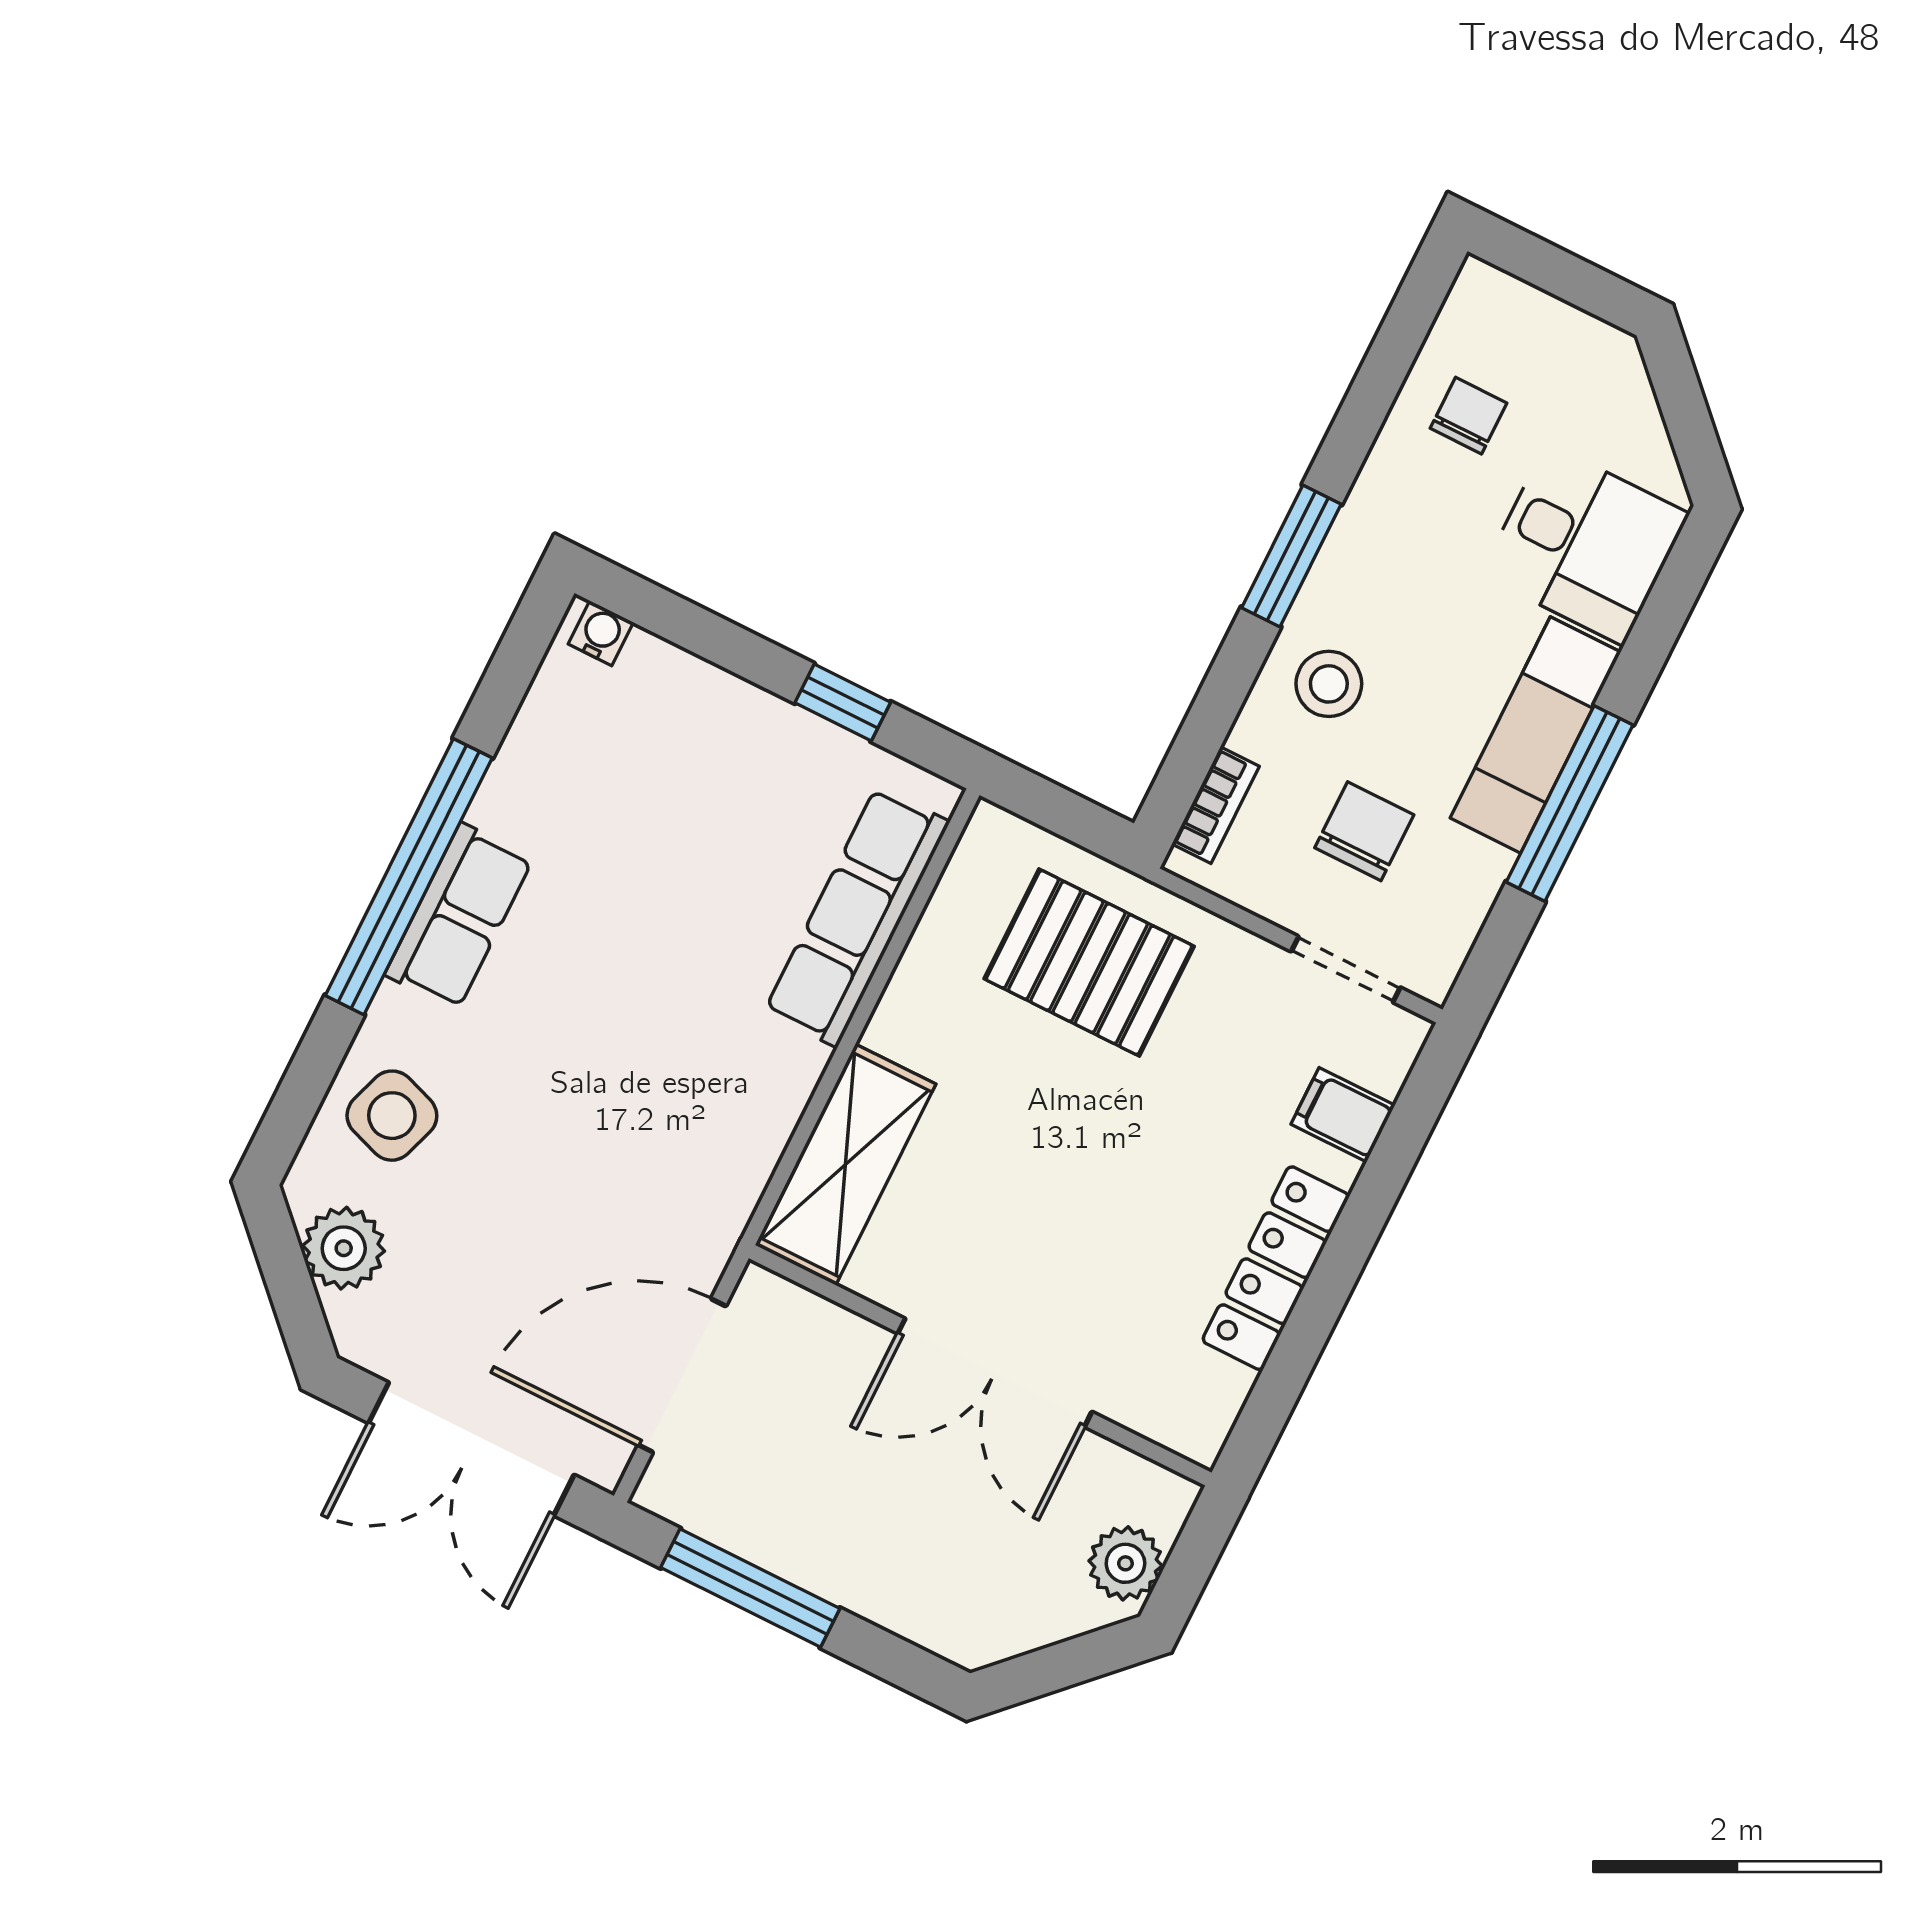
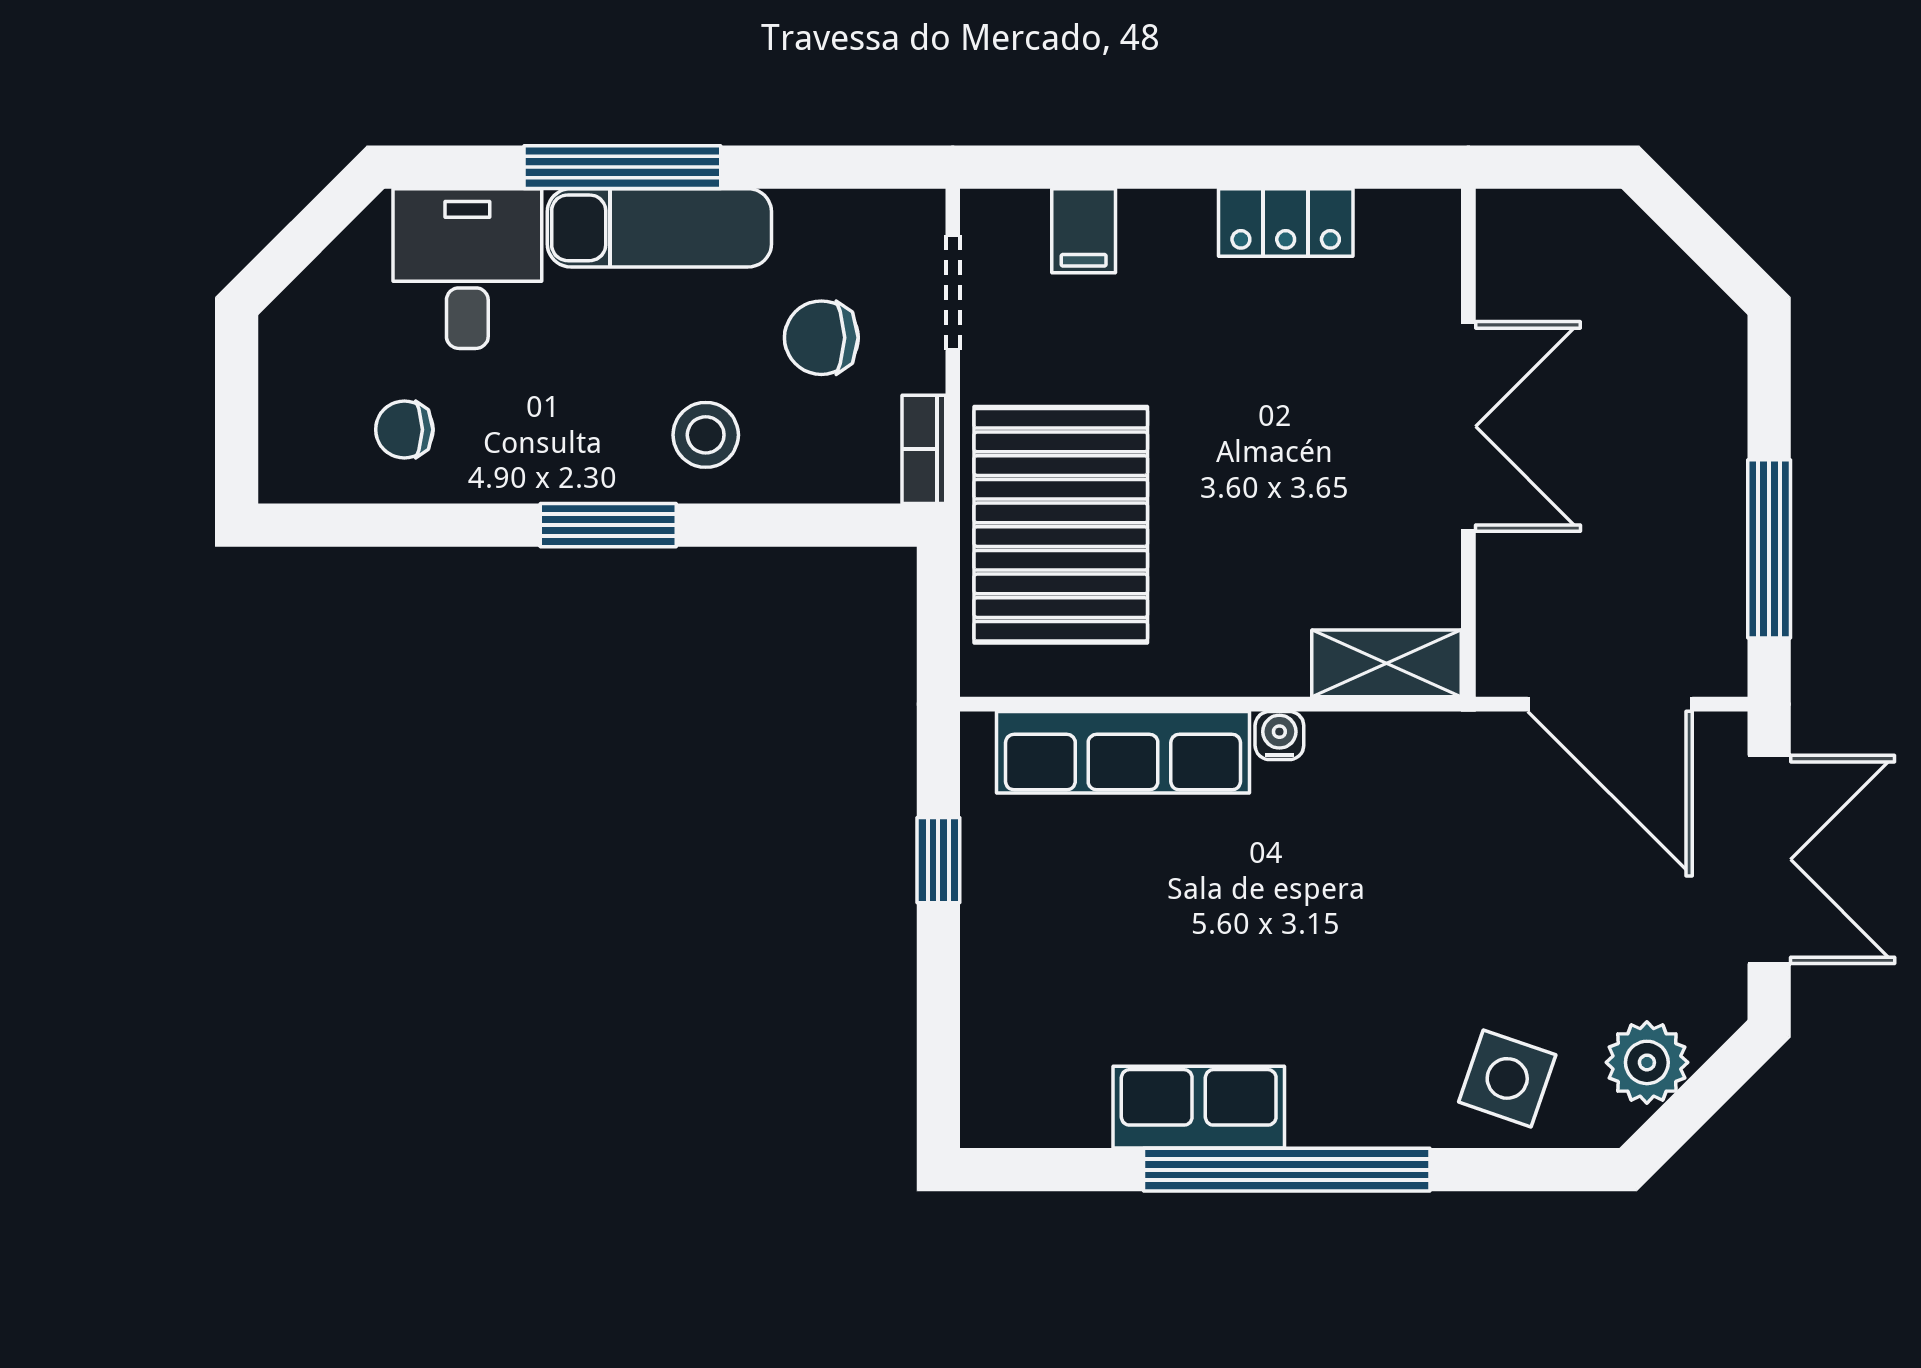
water cooler: (601, 633) -> (1279, 736), moved, turned 90
window: (1570, 803) -> (622, 167), moved
bookcase: (1216, 805) -> (924, 449), moved, turned -90
row of seats: (459, 916) -> (1199, 1107), moved
pallet: (1089, 963) -> (1061, 525), width x1.37, depth x1.41
shelving: (845, 1165) -> (1387, 663), width x0.67, depth x0.75
locker: (1276, 1268) -> (1286, 222), width x0.66
plant: (1125, 1563) -> (1580, 225), removed

